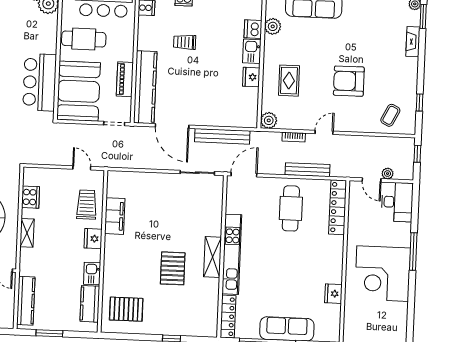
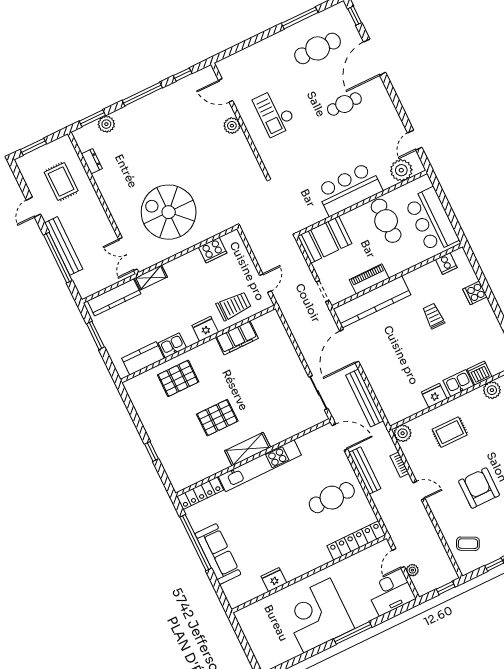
bar counter: (40, 82) -> (349, 189), moved
booth: (79, 91) -> (325, 240), width x0.73, depth x0.70
bench: (308, 170) -> (365, 471), moved
shelving: (27, 233) -> (151, 278), moved
pallet: (126, 309) -> (178, 378), moved, turned 90

